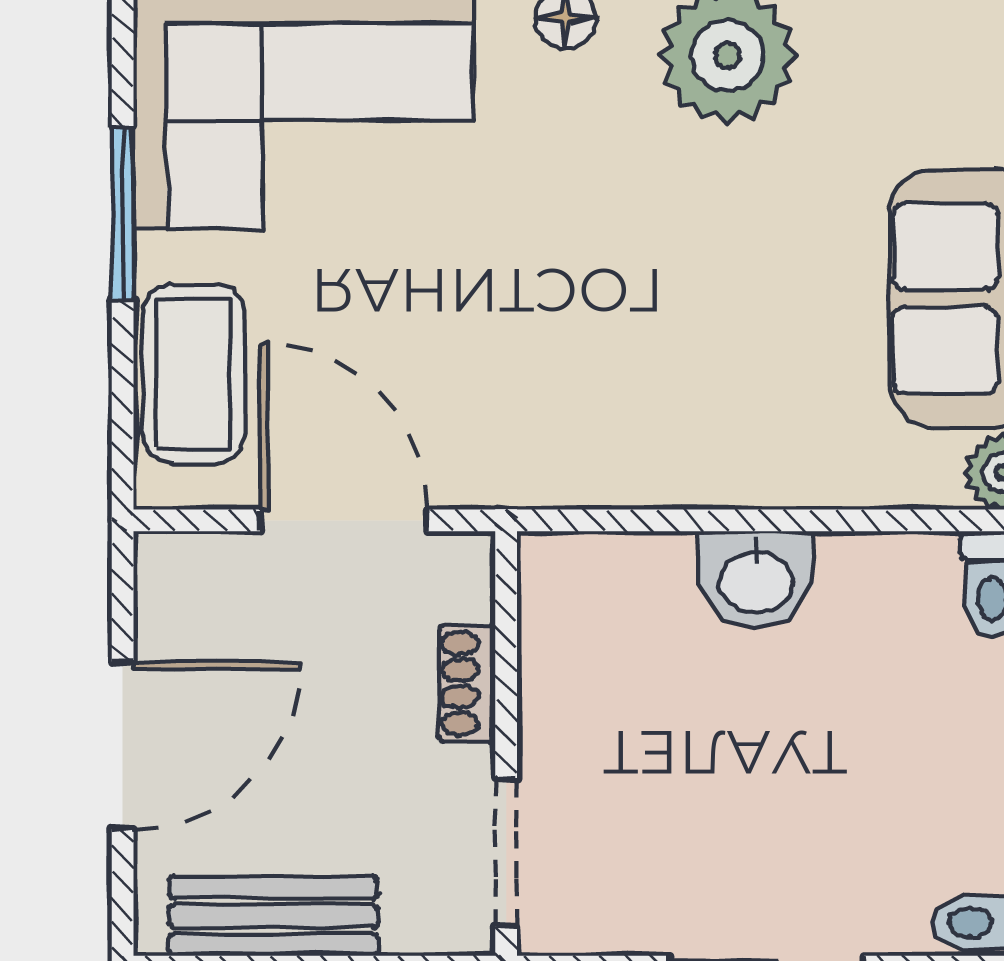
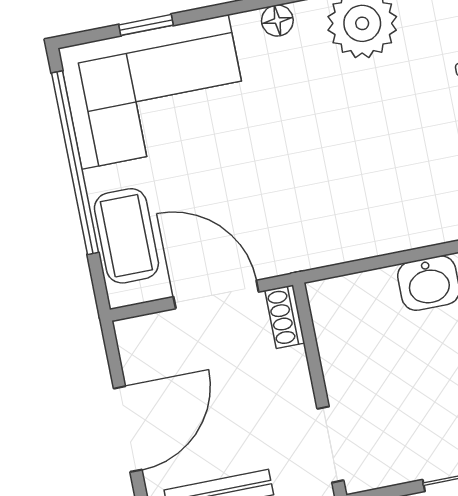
window: (123, 214) -> (75, 163), width x2.11
shoe rack: (467, 684) -> (285, 317), moved

